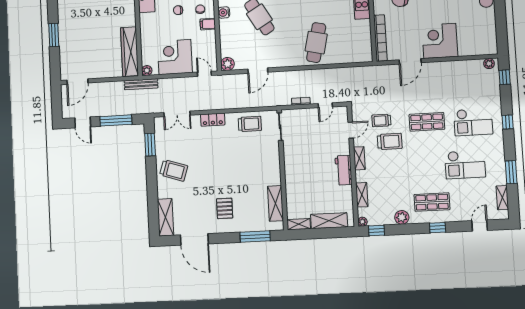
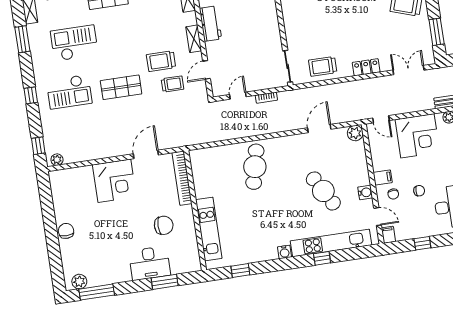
checkout: (473, 122) -> (69, 92), turned 180

